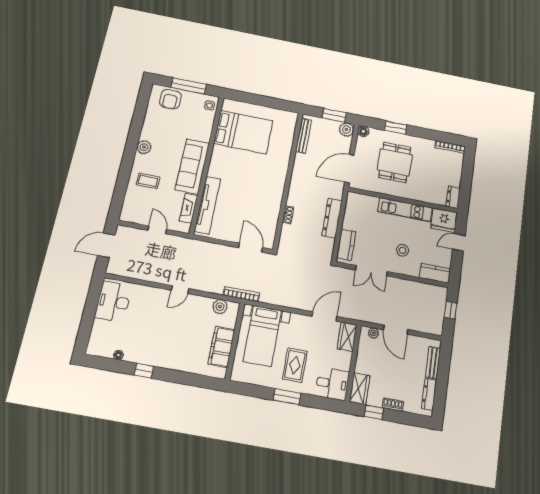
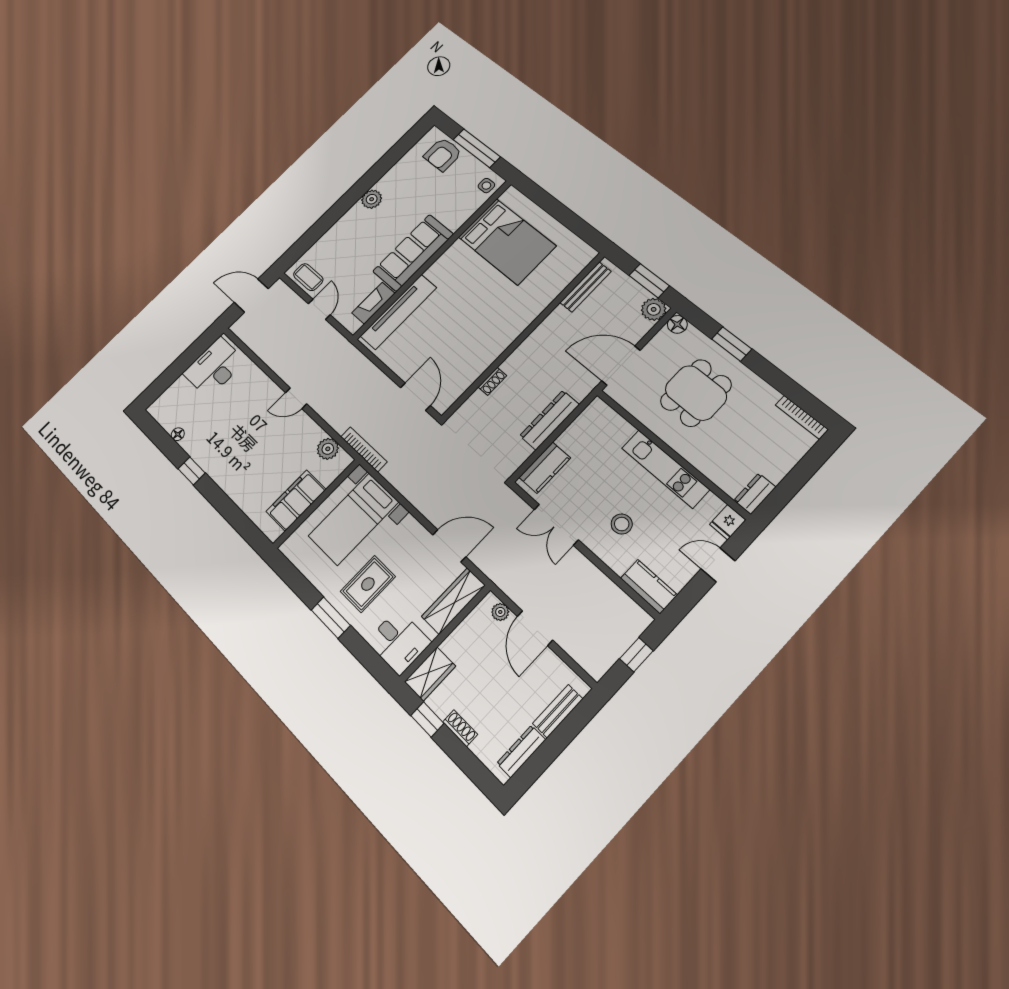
coffee table: (148, 181) -> (308, 277), moved
fridge: (444, 220) -> (728, 522), width x0.53, depth x0.75
wardrobe: (347, 337) -> (453, 601), width x1.50

